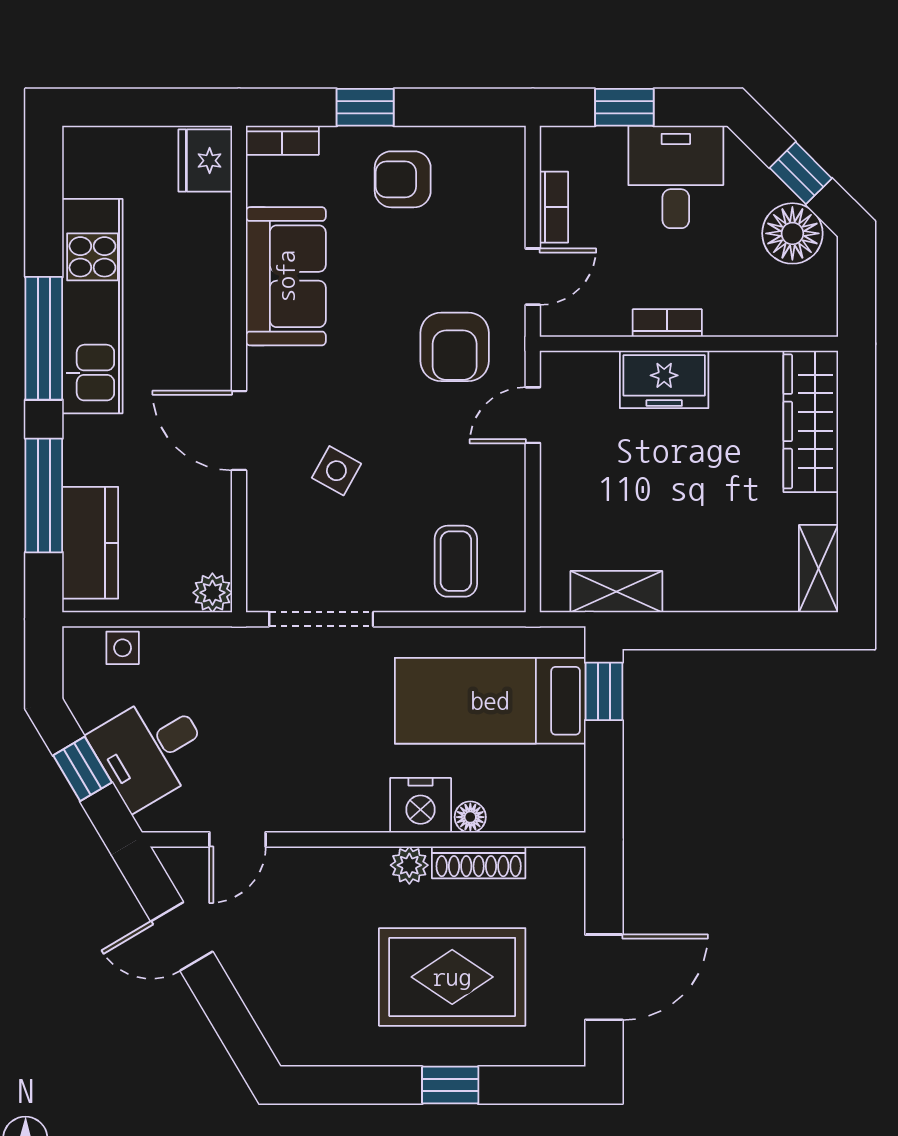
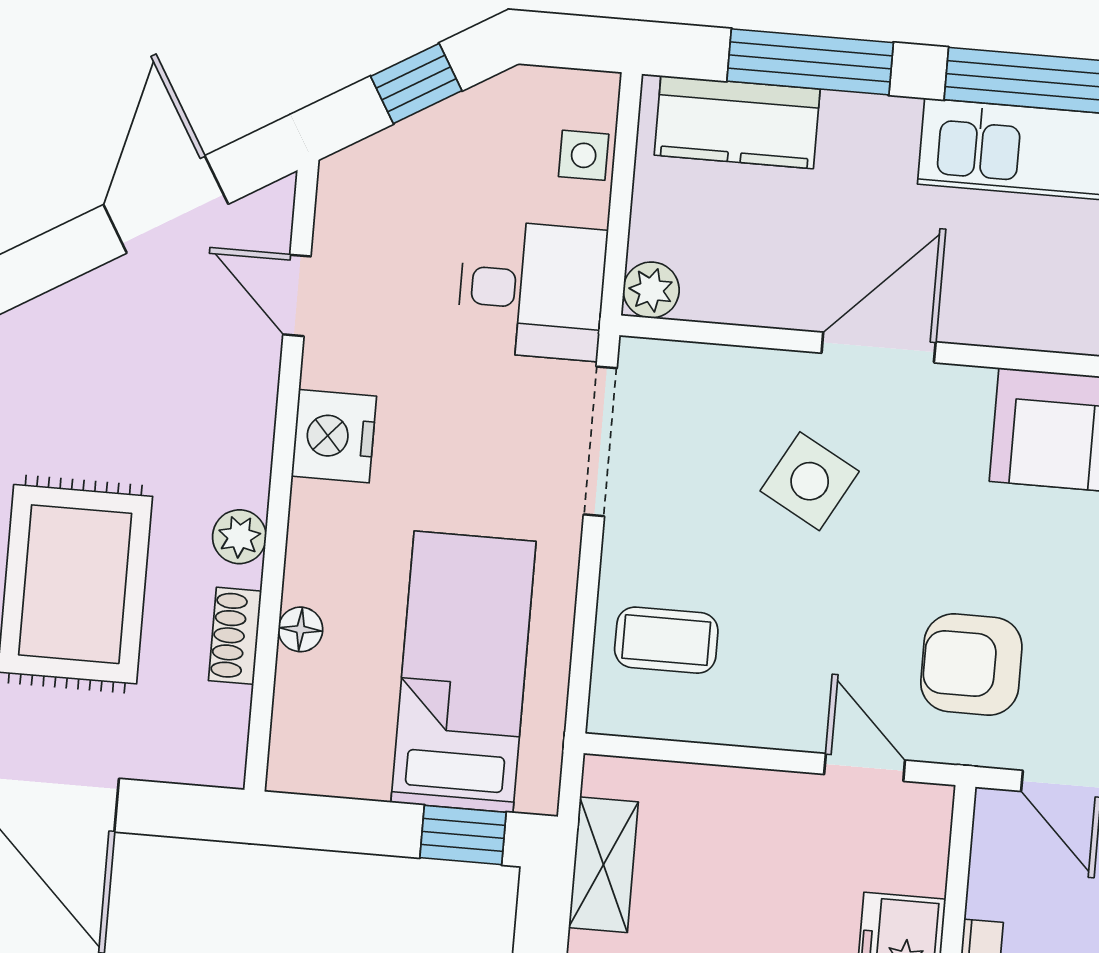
side table: (336, 471) -> (810, 481), width x1.37, depth x1.37
desk: (151, 750) -> (532, 290), moved, turned 121
nightstand: (421, 805) -> (334, 436), moved
shoe rack: (479, 862) -> (235, 636), width x0.70
door: (182, 936) -> (166, 204), width x1.38

